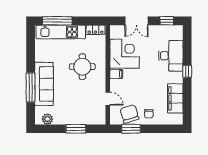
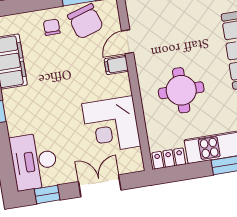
desk: (171, 56) -> (34, 161), moved
filing cabinet: (116, 74) -> (116, 65), moved
door: (108, 99) -> (128, 42), hinge flipped

